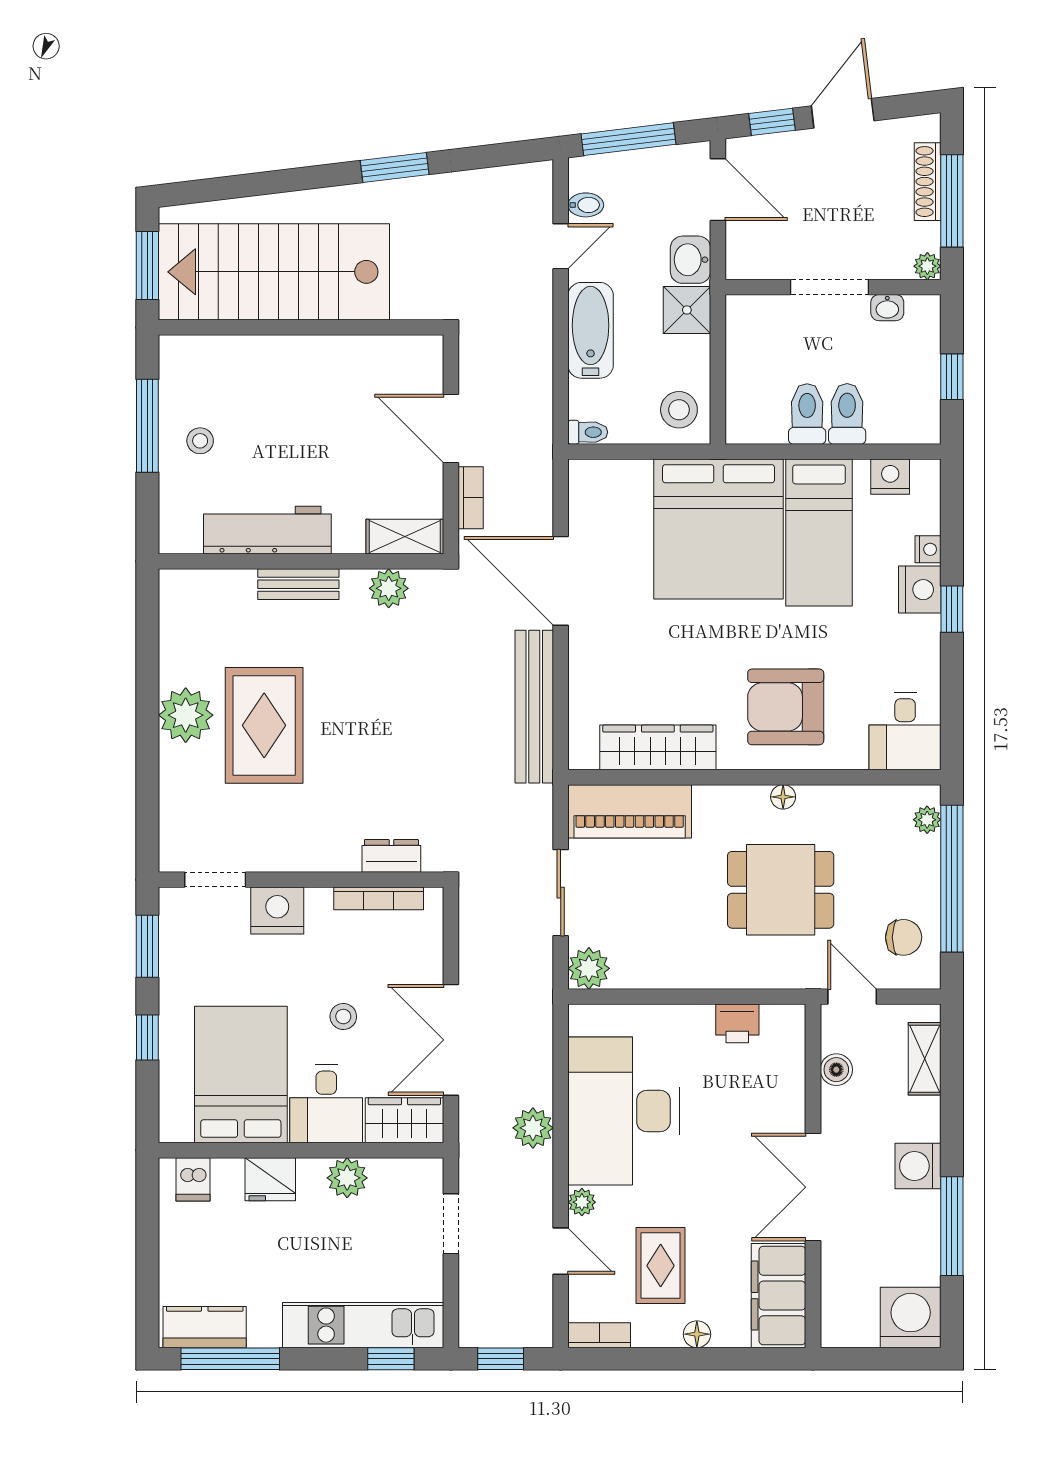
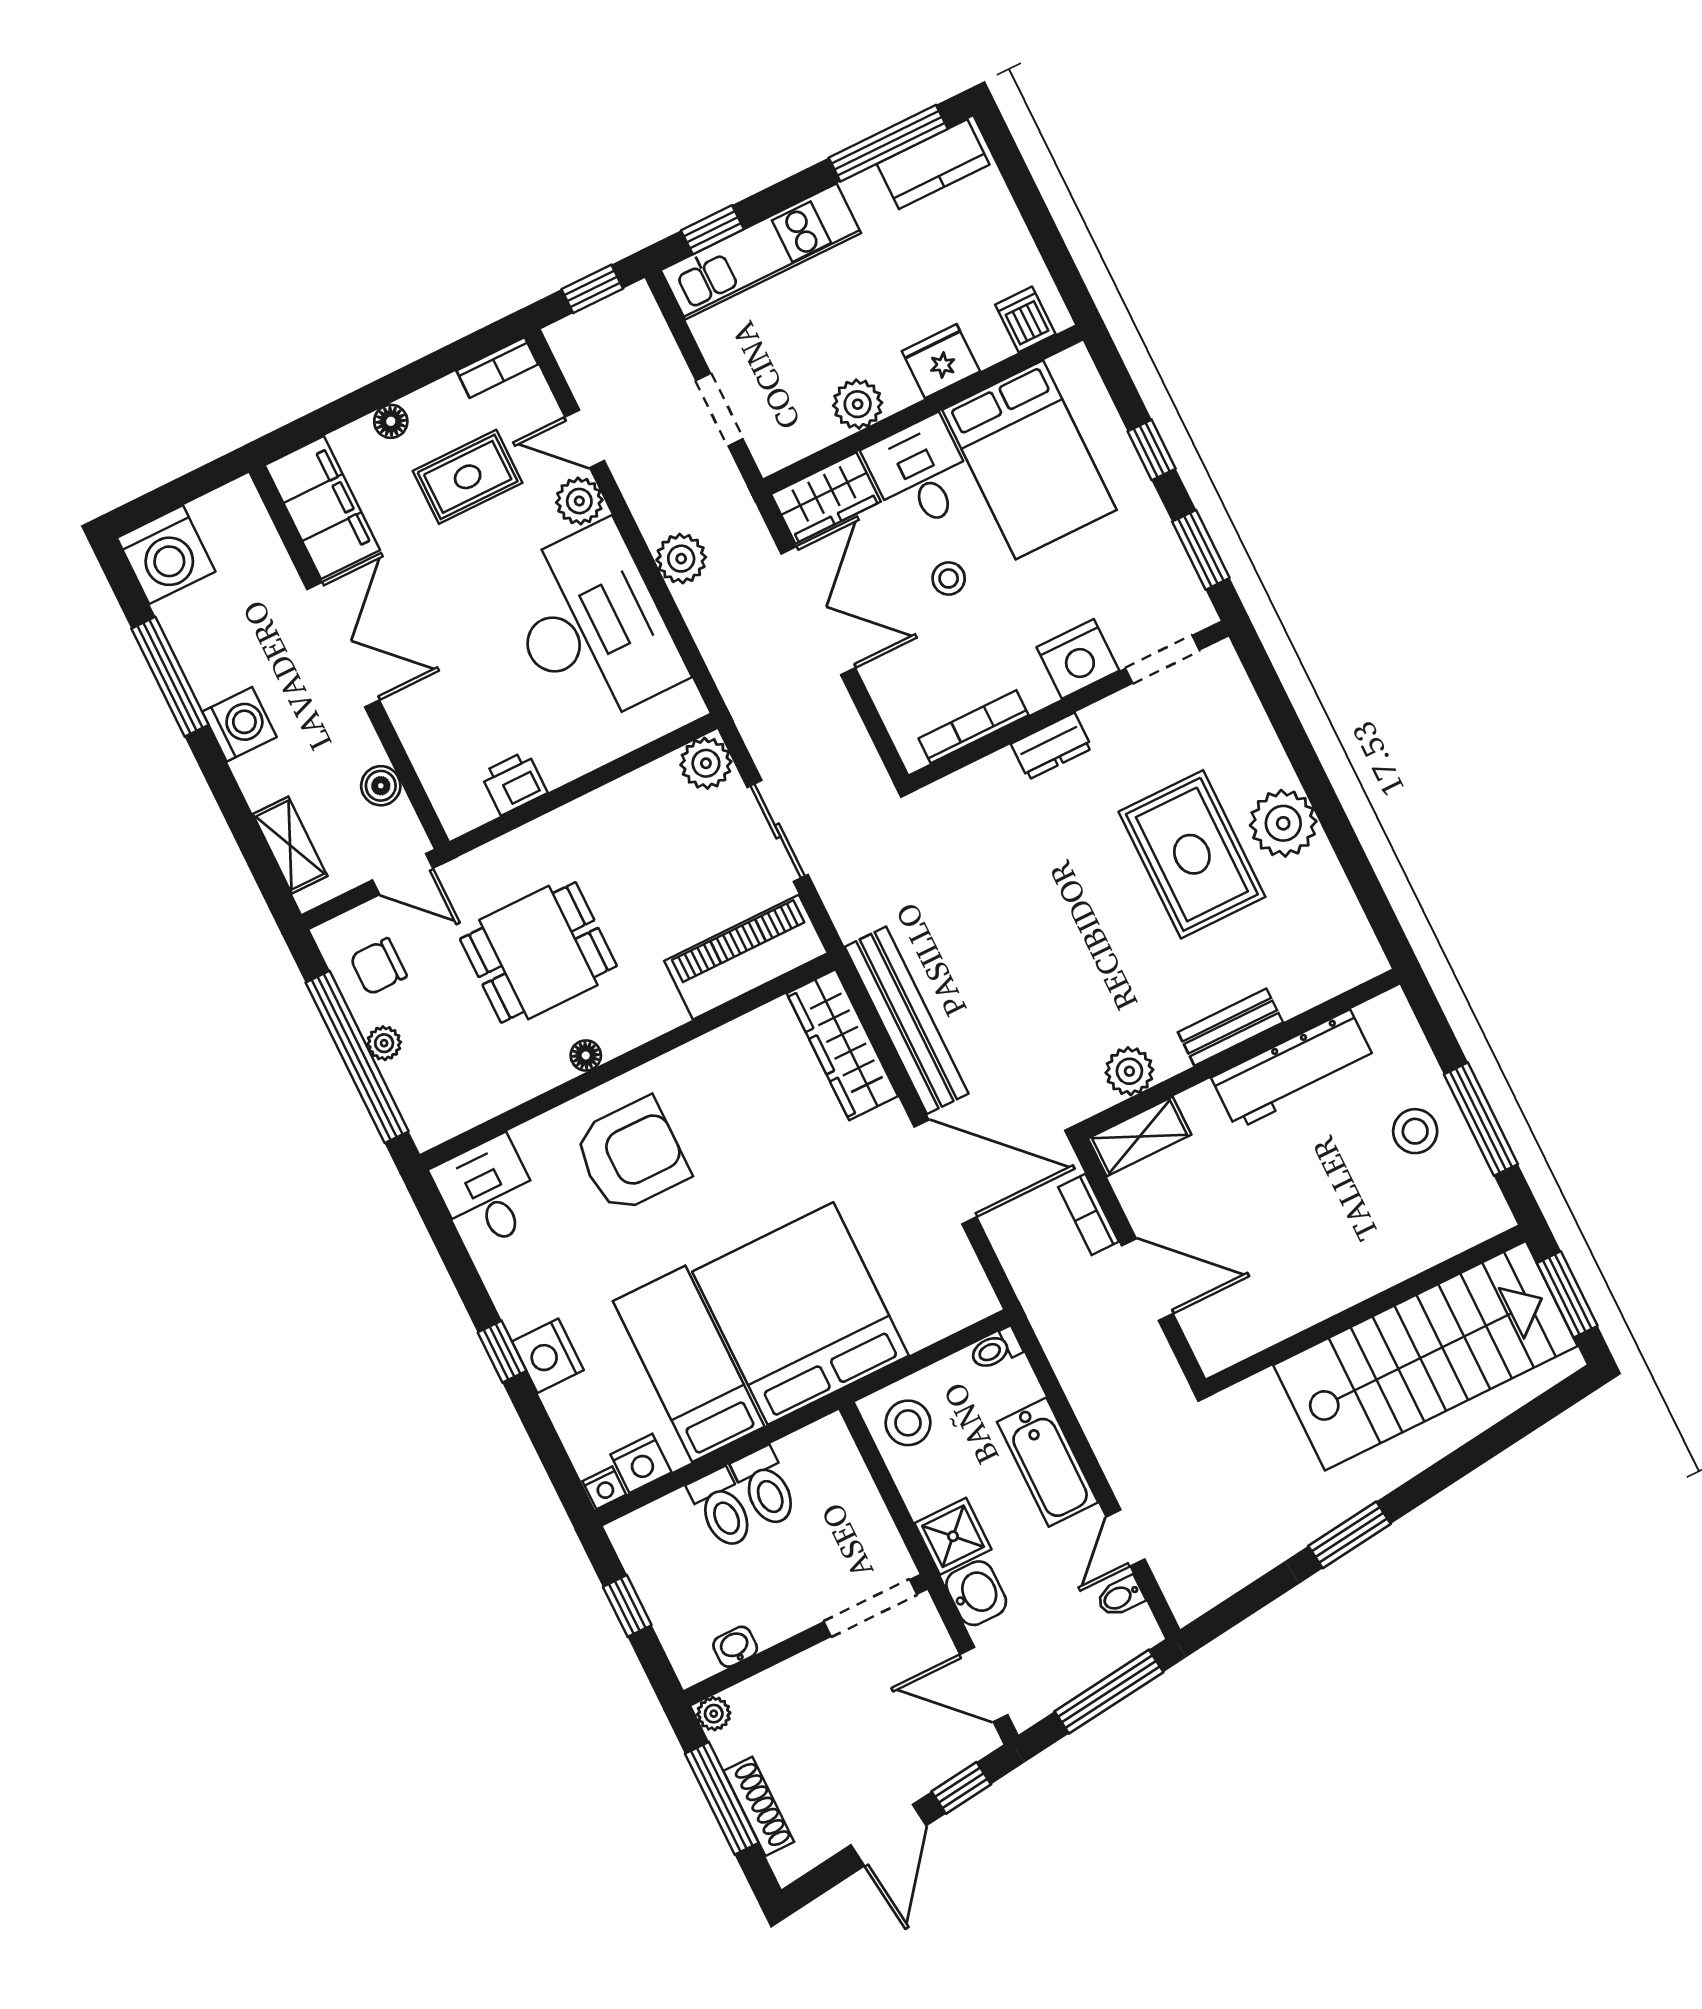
doorway: (829, 287) -> (870, 1608), moved
stool: (200, 441) -> (1415, 1131), width x1.37, depth x1.37
nightstand: (928, 549) -> (604, 1488), moved, turned -90
wardrobe: (658, 747) -> (842, 1045), moved, turned 90
plant: (927, 820) -> (384, 1043), moved
dresser: (391, 856) -> (1051, 746), moved
plant: (582, 1202) -> (579, 501), width x1.38, depth x1.38
rug: (661, 1266) -> (468, 477), turned 90

